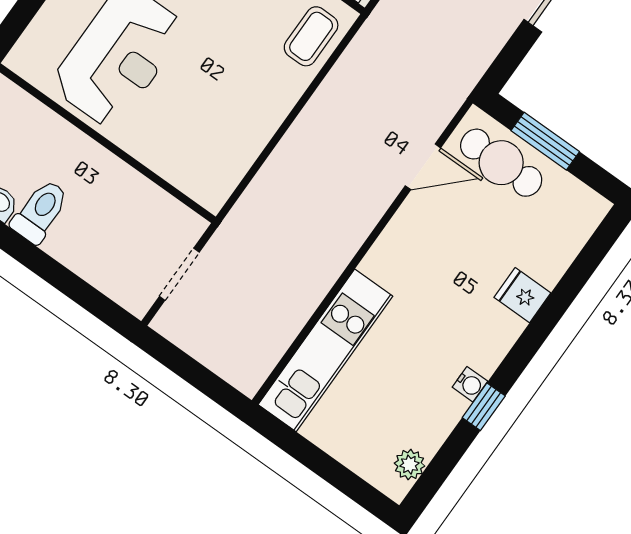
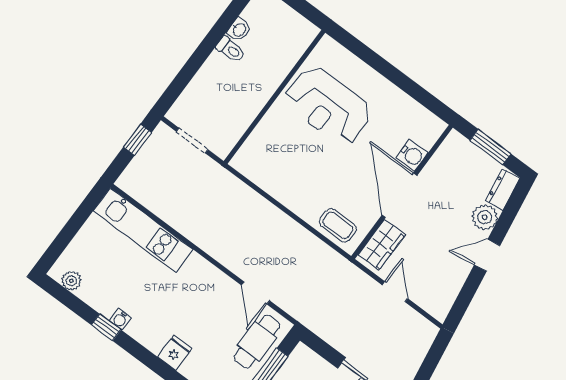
toilet: (40, 211) -> (231, 50), width x0.73, depth x0.72
window: (180, 363) -> (137, 140), added

